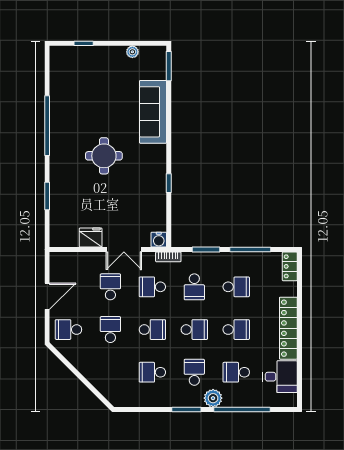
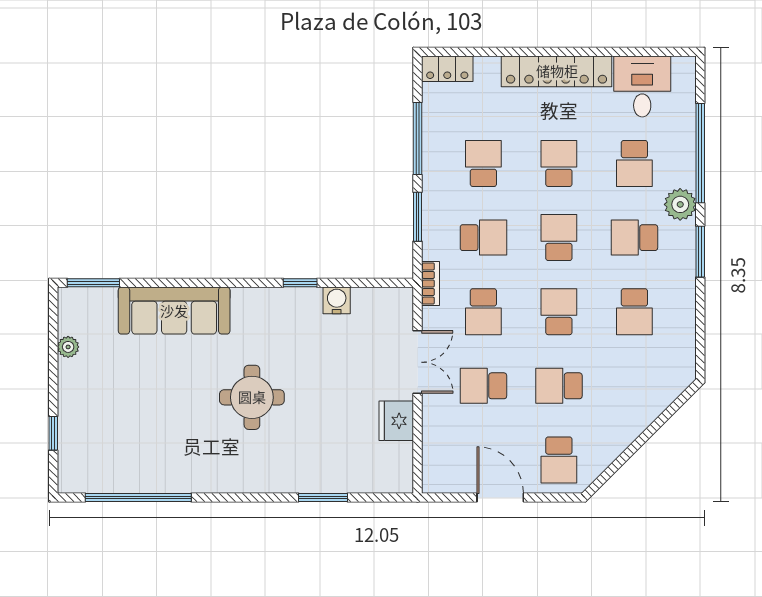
window: (47, 126) -> (138, 498), moved
water cooler: (159, 240) -> (337, 300), moved, turned -90

